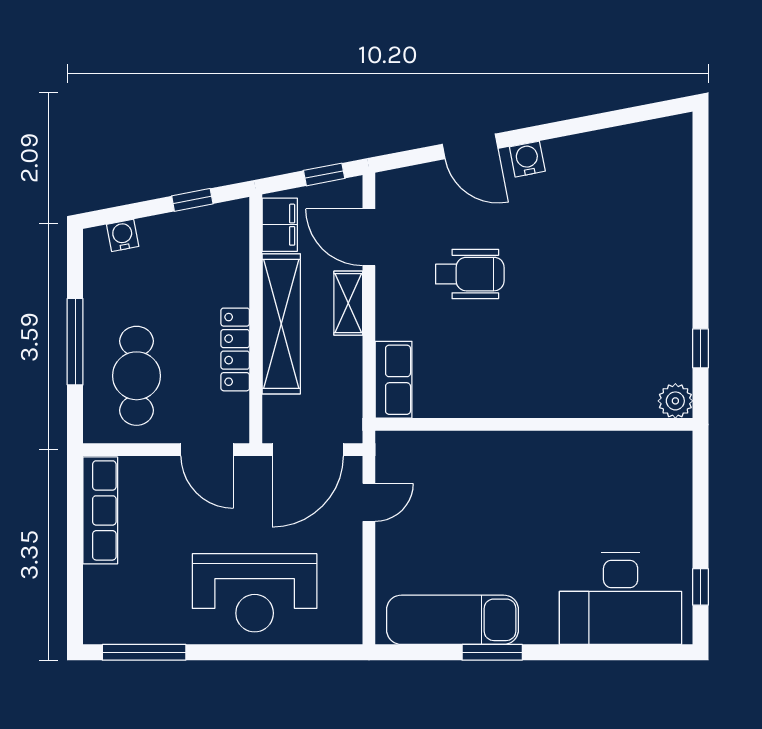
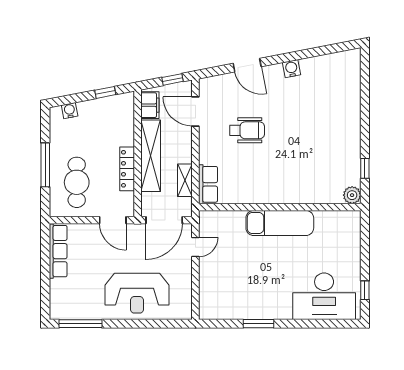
water cooler: (527, 159) -> (291, 69), moved
shelving: (348, 303) -> (185, 180), moved
exam couch: (453, 620) -> (280, 223), moved, turned 180

